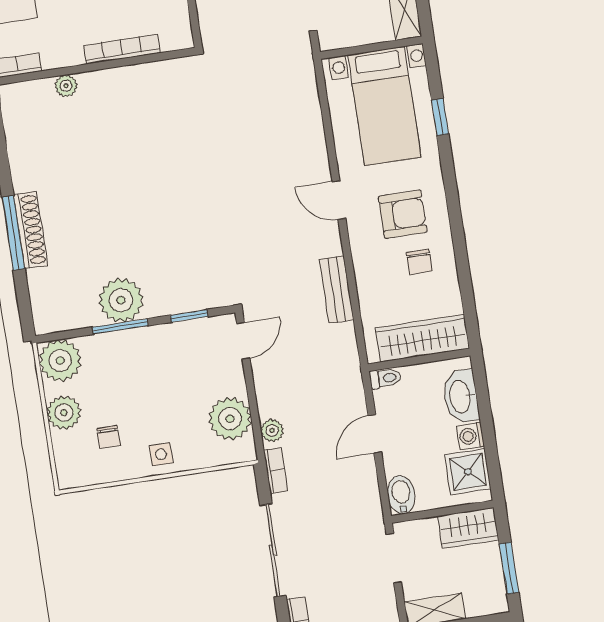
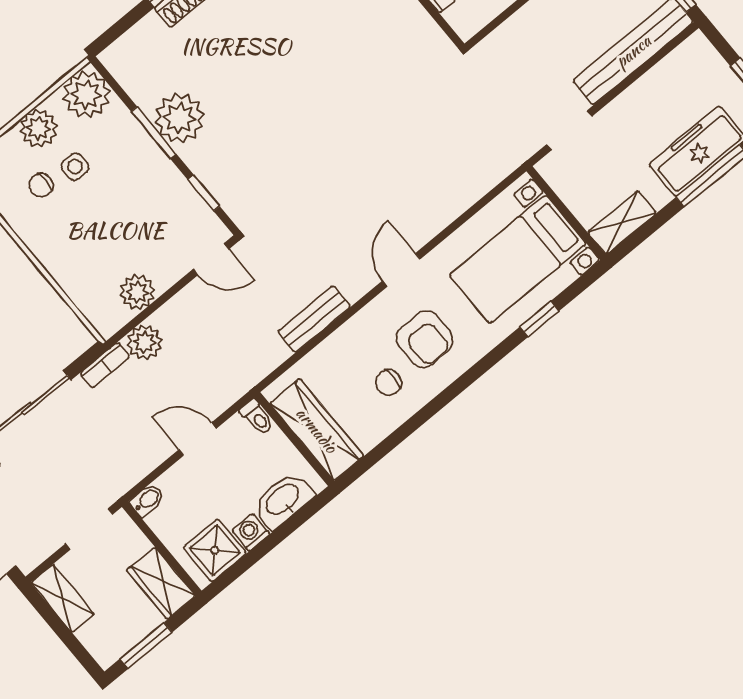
plant: (230, 419) -> (138, 292), width x0.73, depth x0.73
plant: (272, 430) -> (145, 342), width x1.38, depth x1.38
side table: (161, 454) -> (75, 167), moved
bidet: (401, 495) -> (147, 500), width x0.72, depth x0.74

